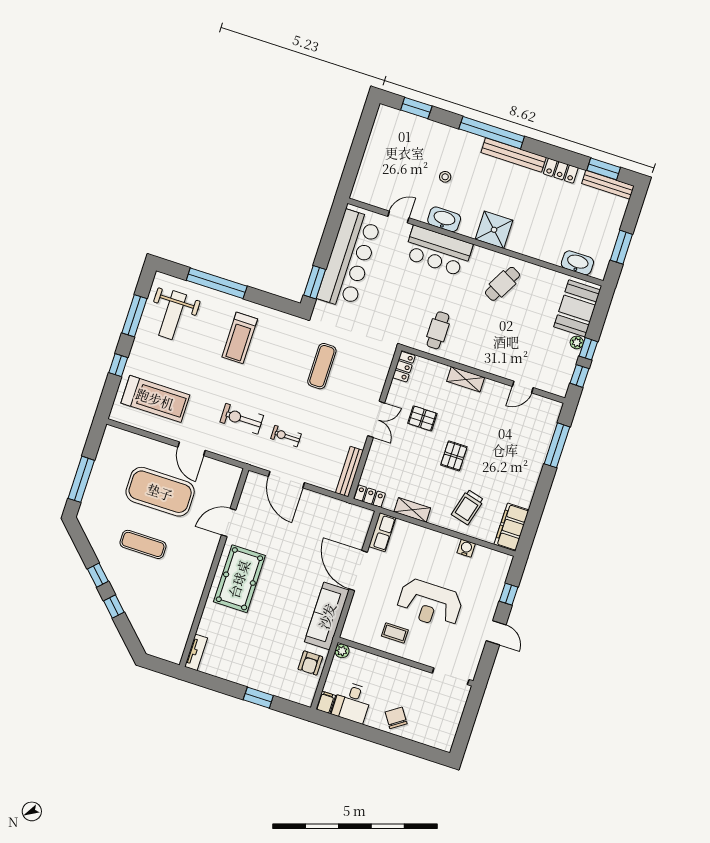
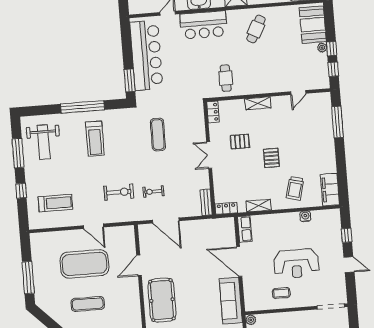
window: (217, 283) -> (82, 107), moved
treadmill: (155, 399) -> (55, 203), width x0.73, depth x0.73
exercise bike: (242, 419) -> (119, 192), turned 180
double door: (376, 419) -> (209, 155), swing flipped
bench: (349, 472) -> (206, 202), width x0.73

